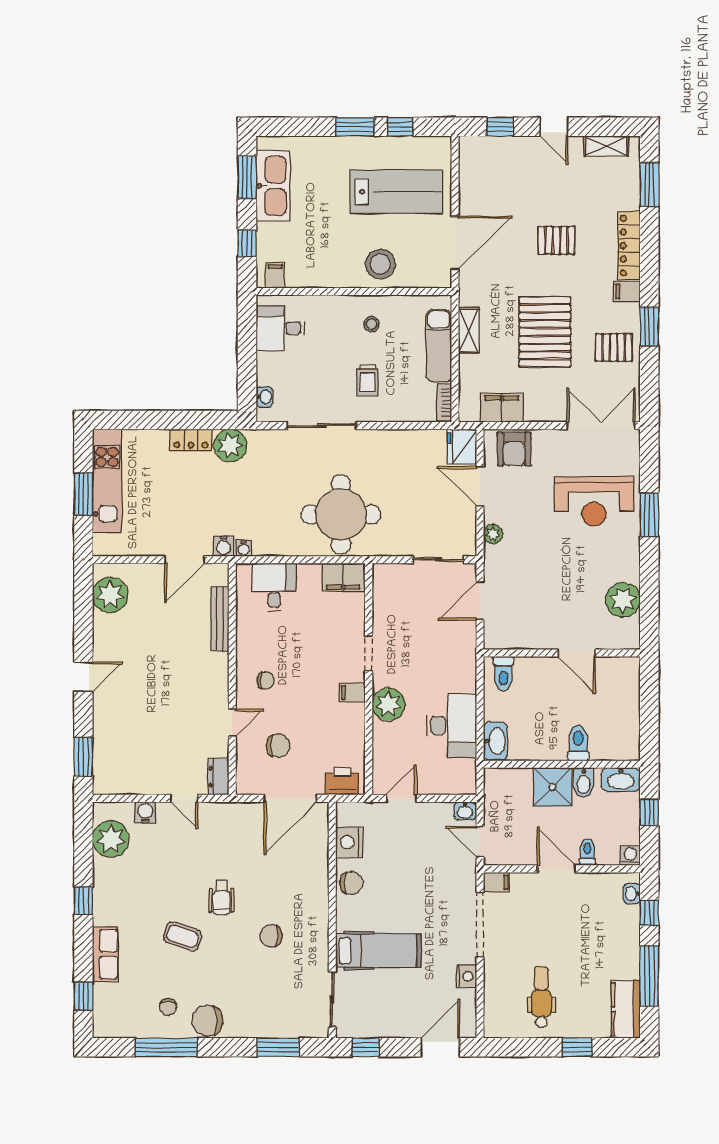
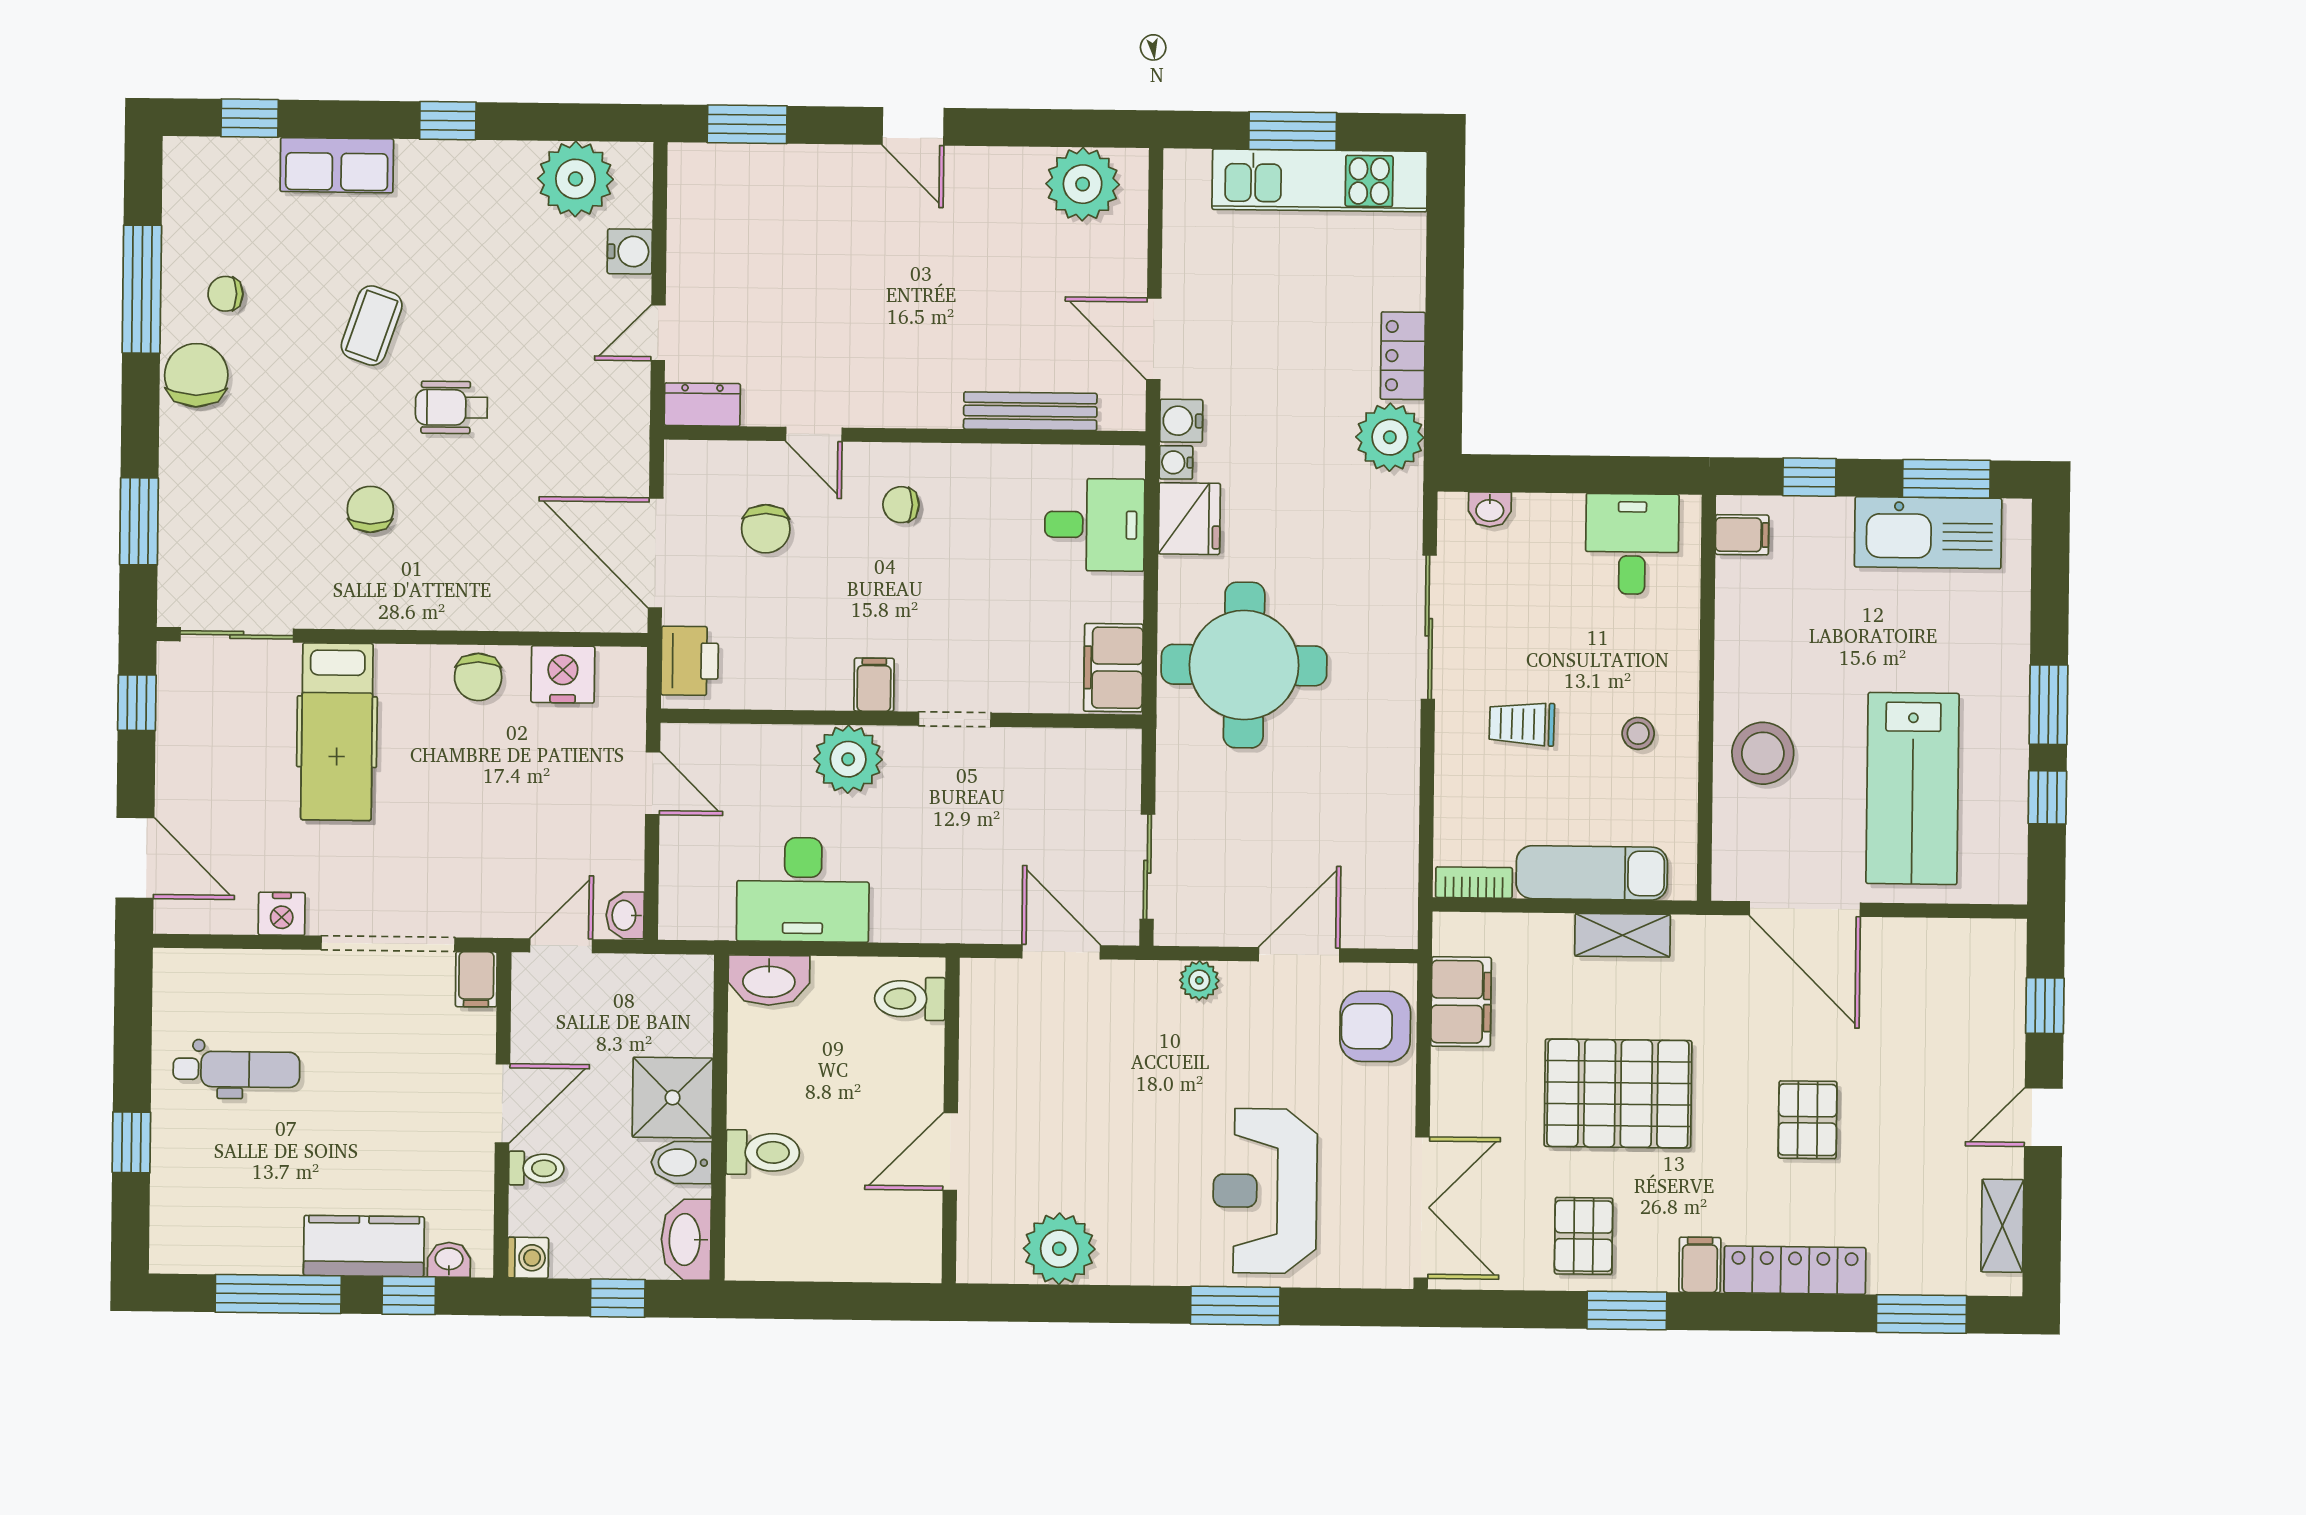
fridge: (462, 447) -> (1189, 519), moved, turned 90
chair: (266, 681) -> (901, 505), turned 90
kitchen counter: (626, 1009) -> (364, 1246), moved

